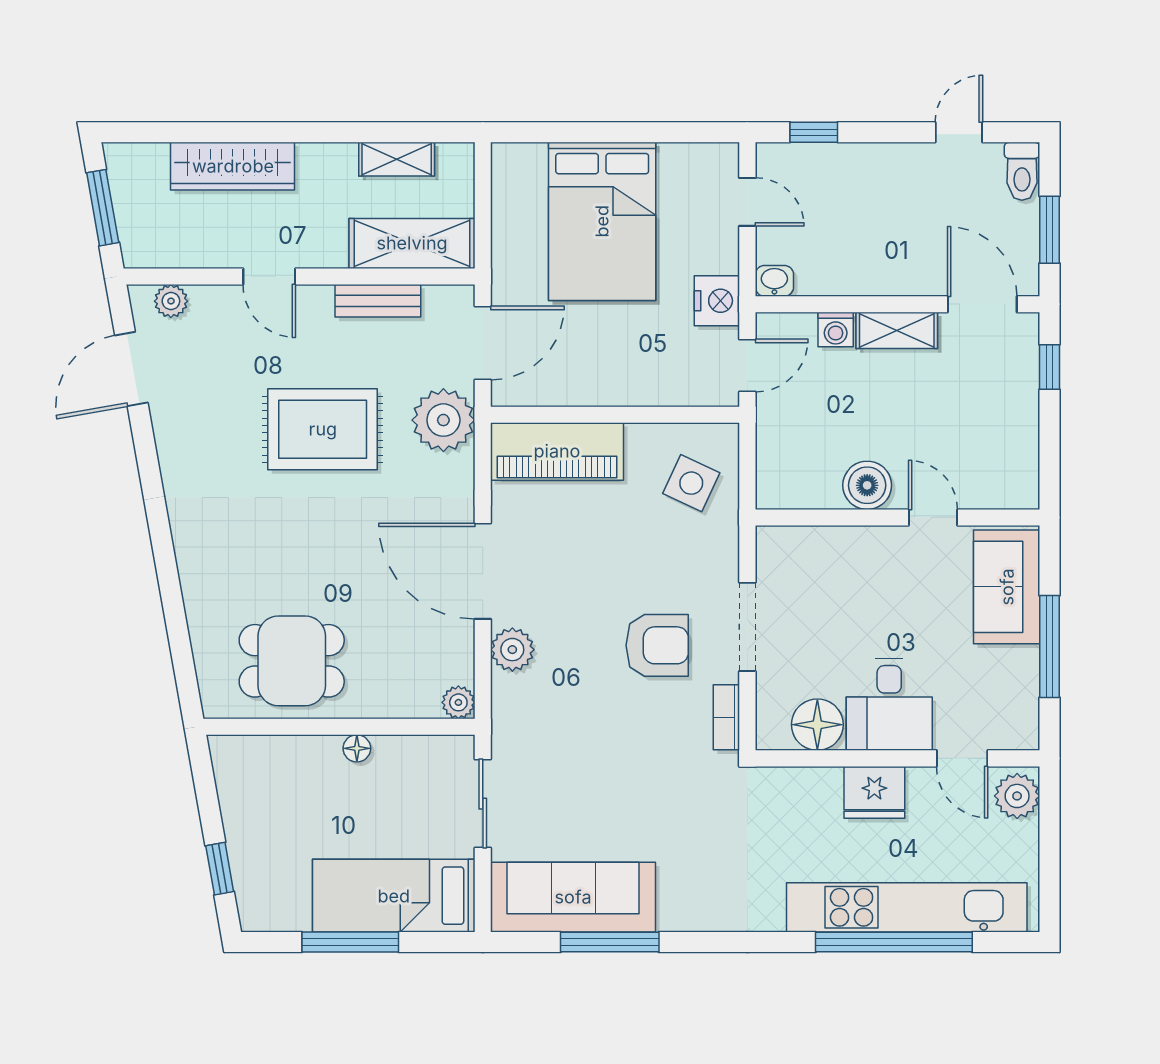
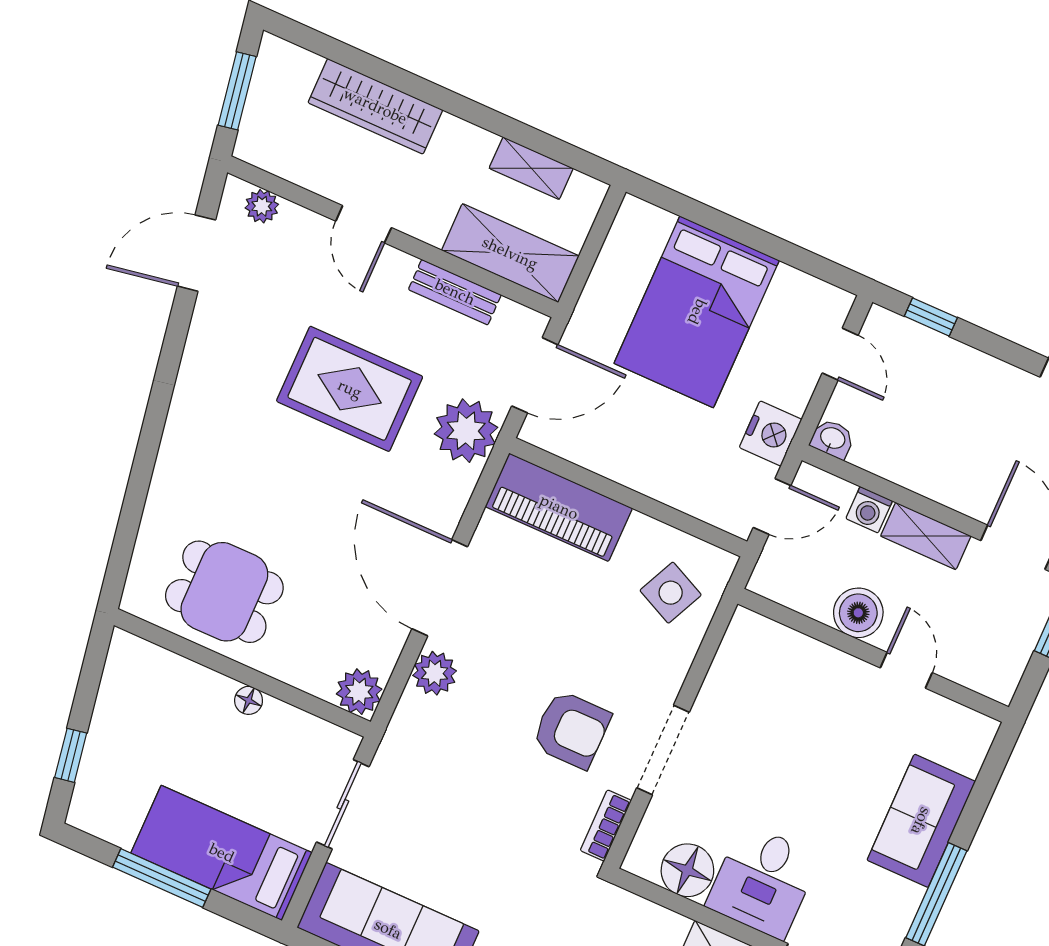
boiler: (867, 485) -> (858, 613), moved
wall: (897, 517) -> (873, 655), moved
door: (933, 517) -> (906, 670), moved
plant: (458, 702) -> (359, 692), width x1.38, depth x1.38

